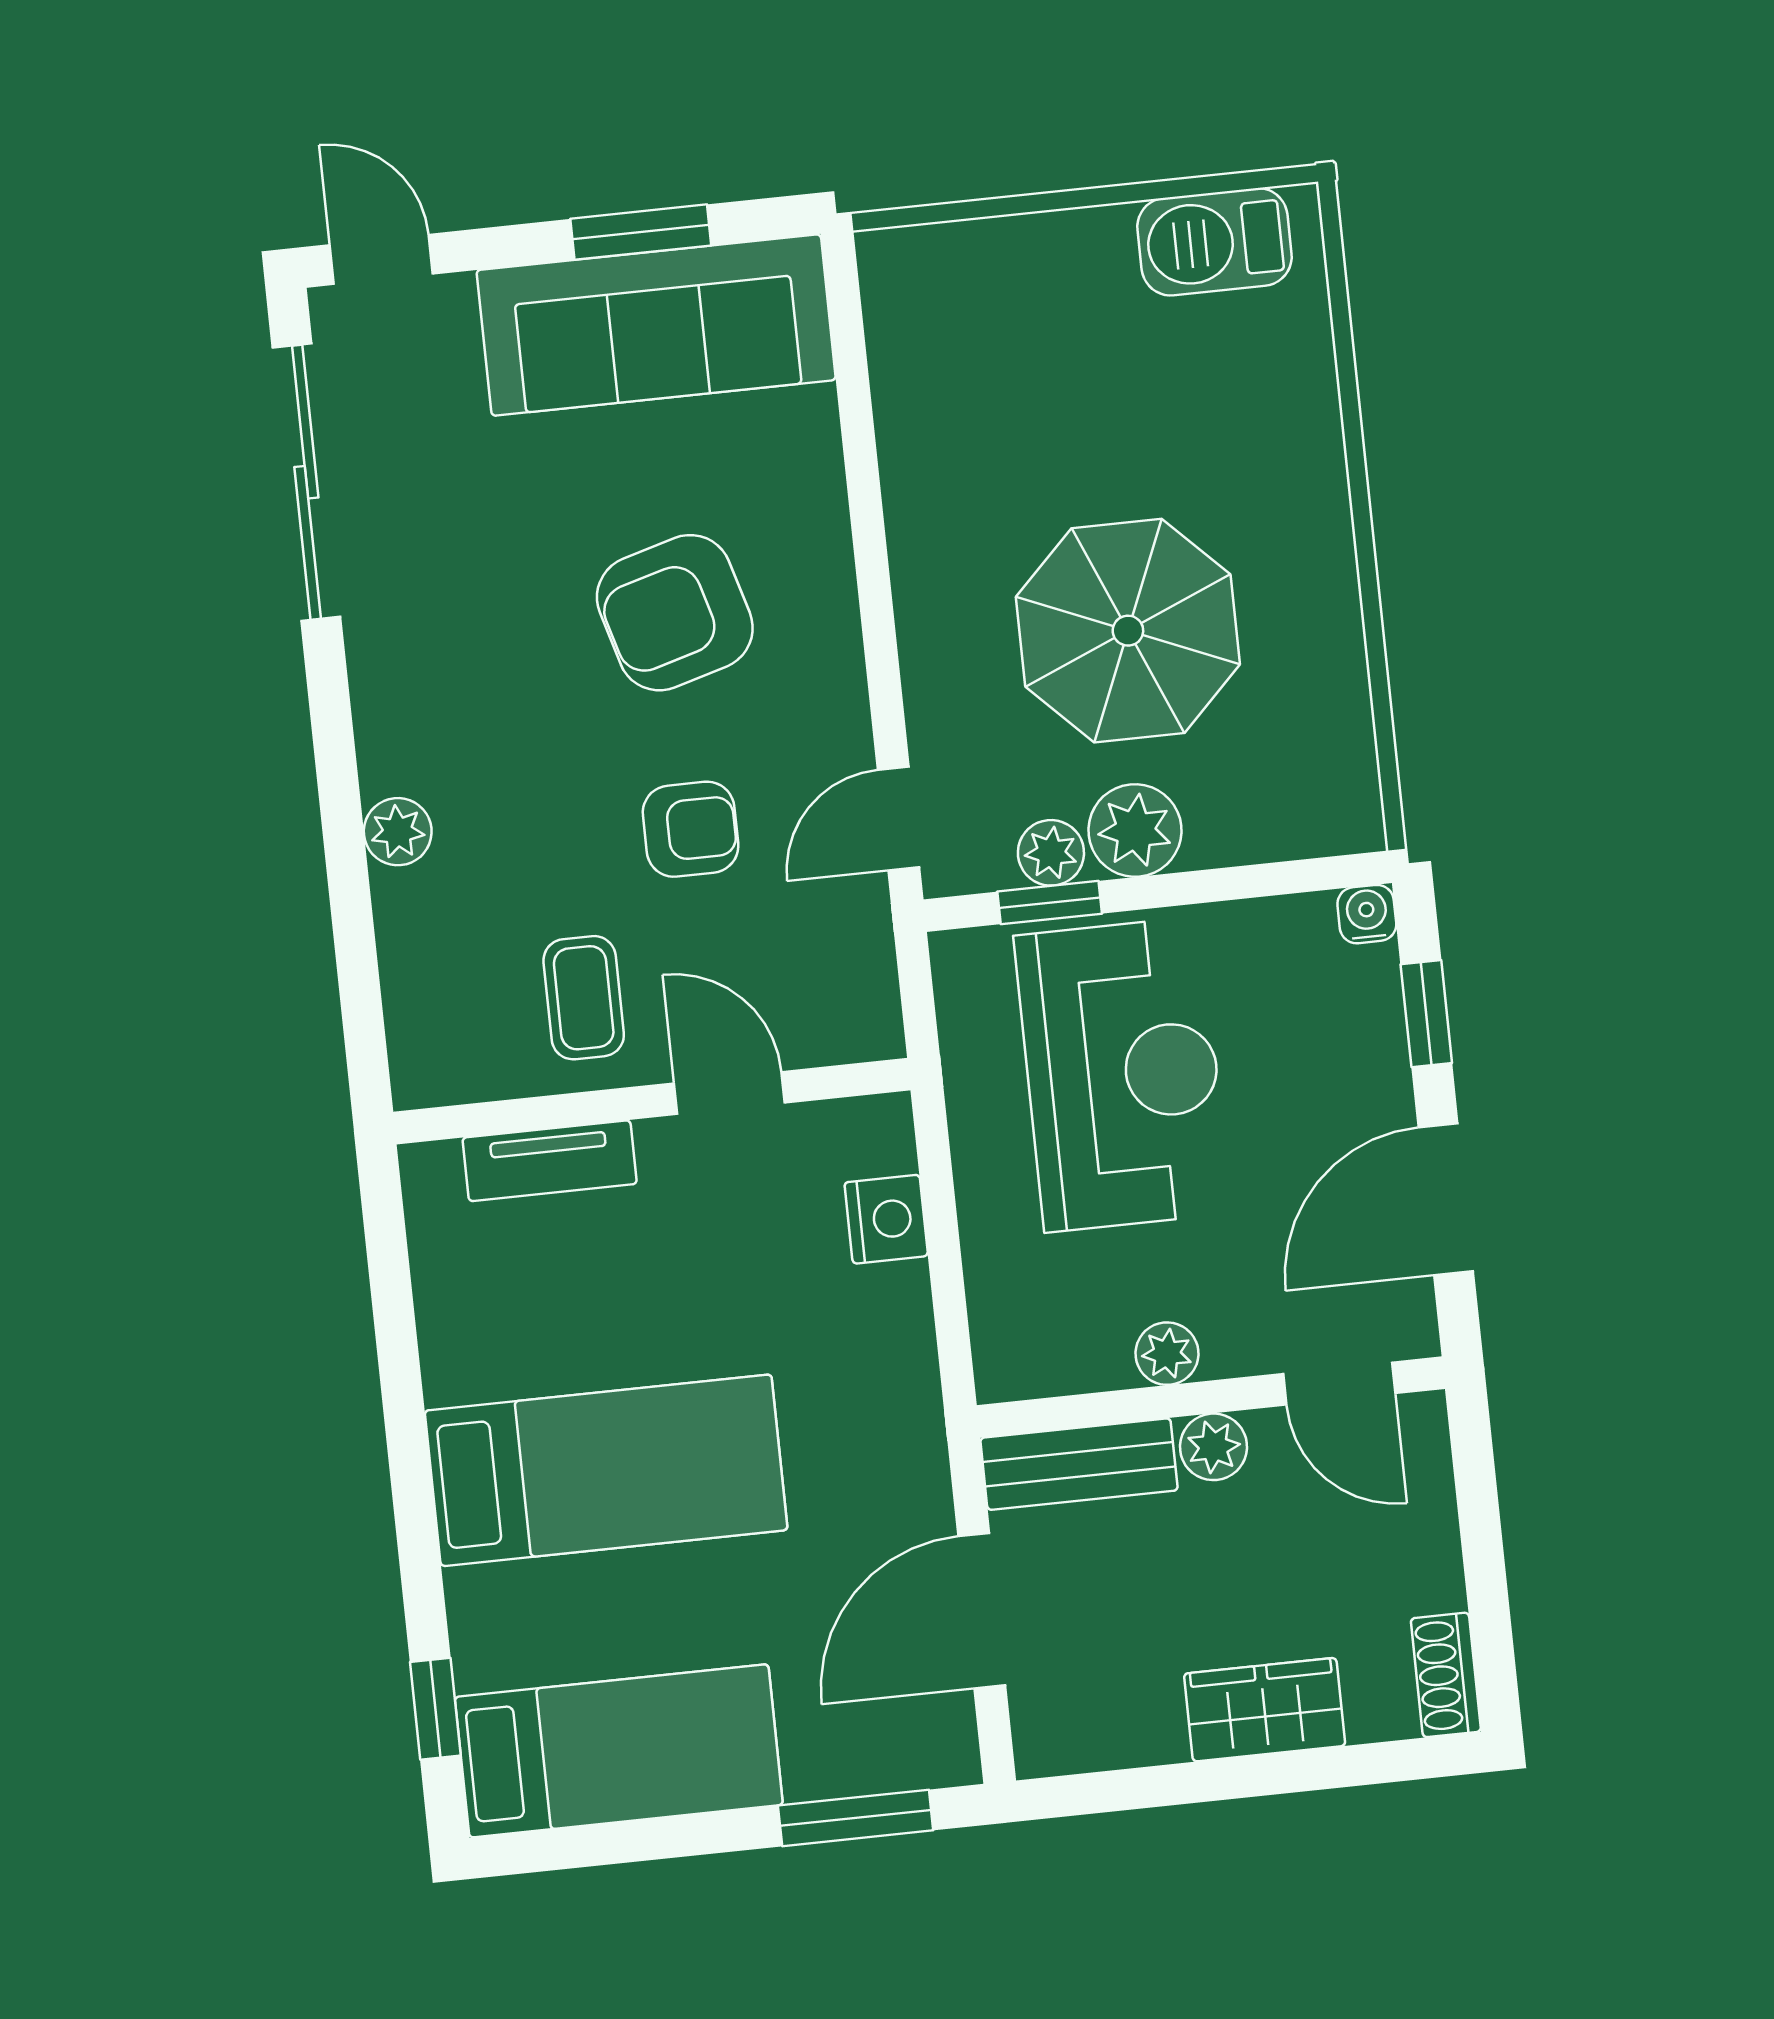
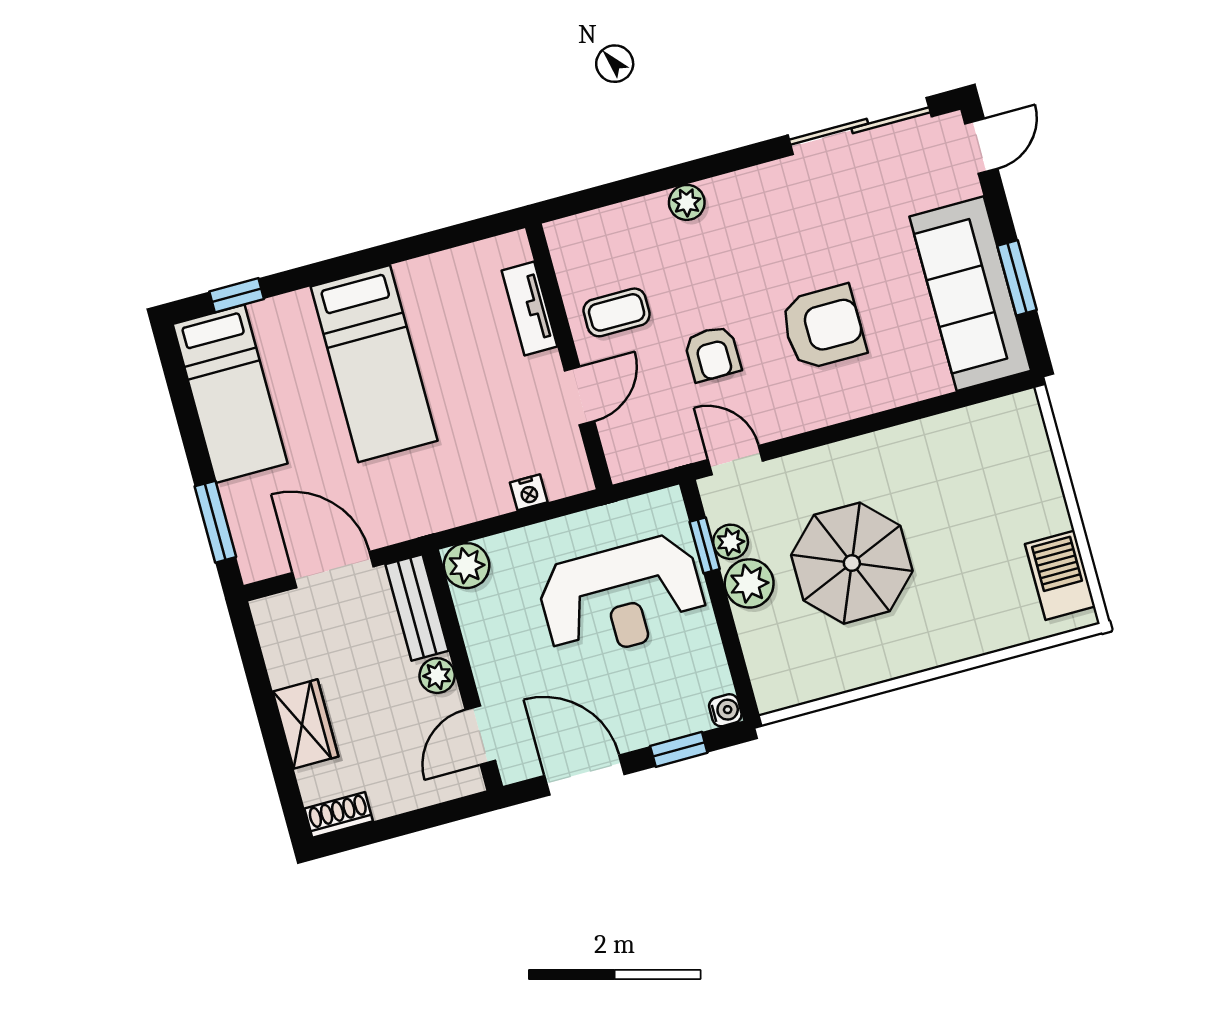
armchair: (675, 613) -> (823, 327), turned 106
nightstand: (886, 1219) -> (529, 492), width x0.72, depth x0.74
plant: (1167, 1354) -> (467, 566), moved, width x1.38, depth x1.38

